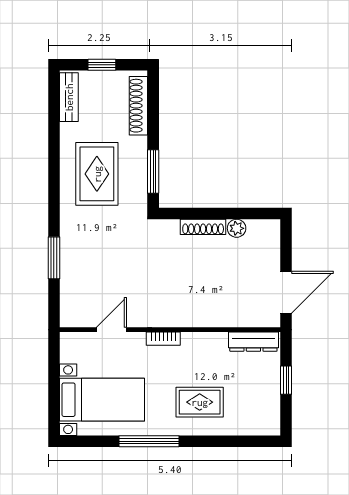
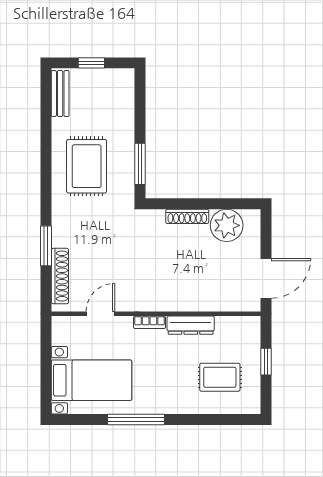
shoe rack: (138, 106) -> (60, 276), moved, turned 180
plant: (237, 228) -> (227, 225), width x1.88, depth x1.88
dresser: (253, 342) -> (191, 325), moved
rug: (200, 402) -> (220, 377), moved

